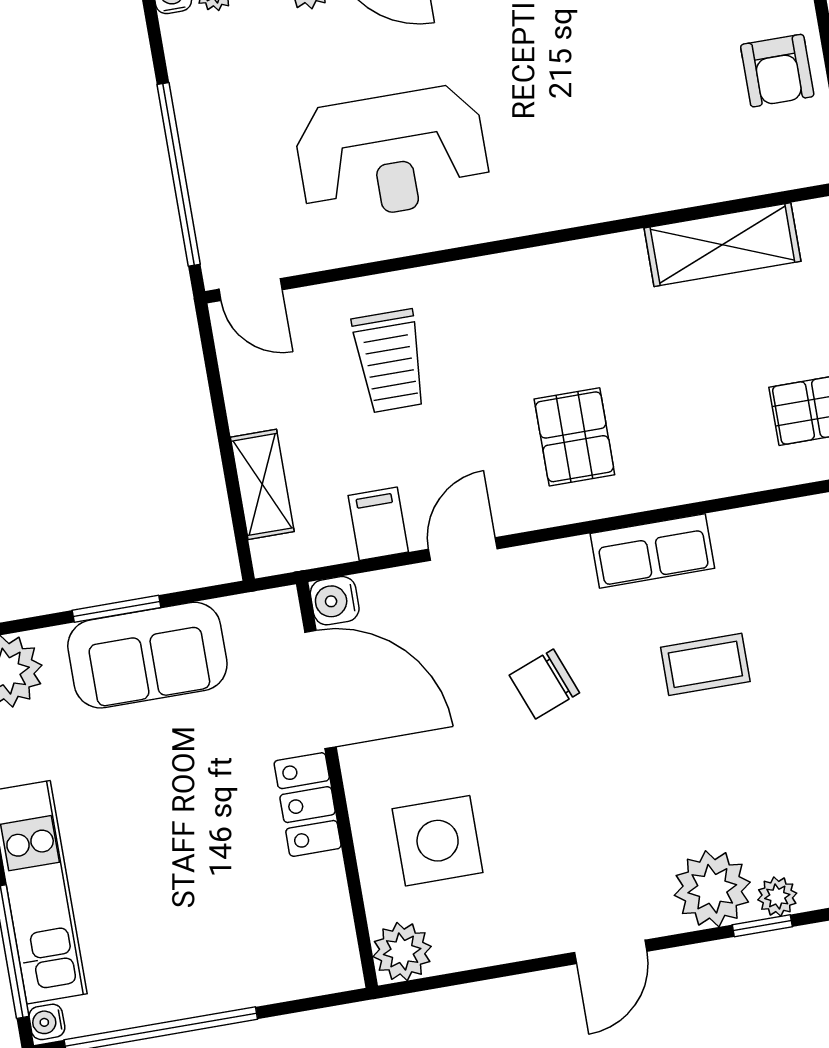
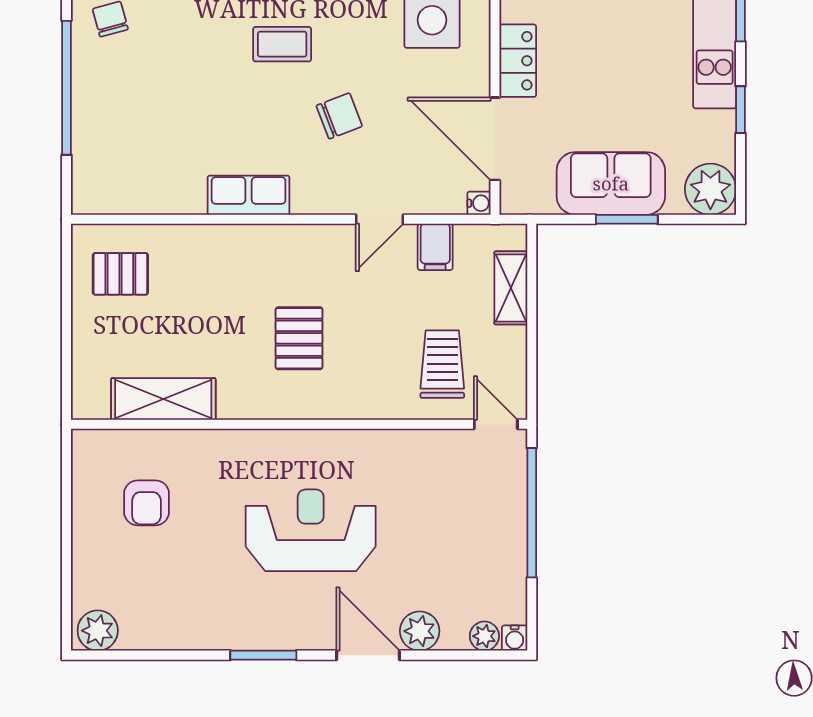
armchair: (777, 71) -> (147, 503), moved, turned 180
reception desk: (392, 154) -> (311, 530), moved
trolley: (390, 361) -> (442, 364), moved
pallet: (574, 437) -> (299, 338), moved
water cooler: (335, 601) -> (479, 203), width x0.72, depth x0.72
coffee table: (705, 664) -> (282, 44), moved

